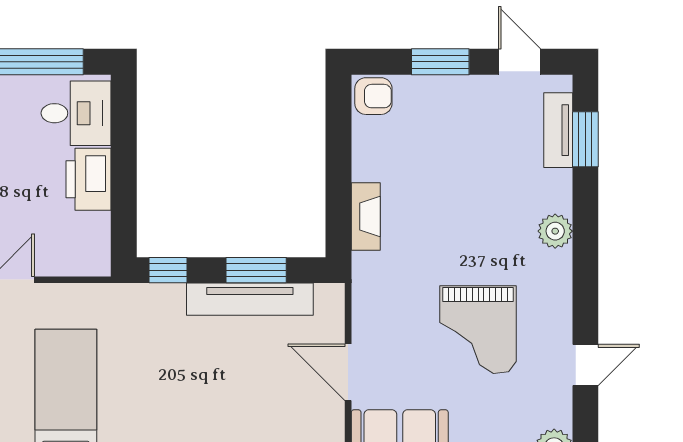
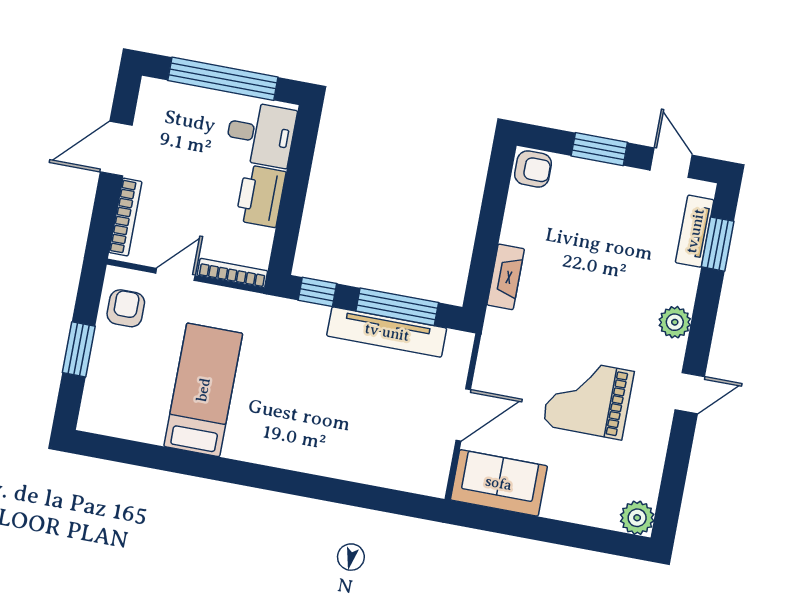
bookcase: (74, 267) -> (232, 273), added
window: (256, 270) -> (397, 307), width x1.44
grand piano: (478, 330) -> (588, 398), turned 90
door: (585, 365) -> (690, 393), moved
door: (348, 372) -> (463, 415), swing flipped

